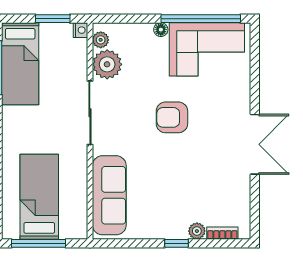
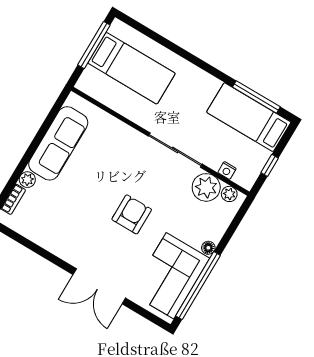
window: (53, 19) -> (270, 165), width x0.67
nightstand: (81, 30) -> (227, 171), moved
double door: (255, 144) -> (99, 286), moved
sofa: (109, 195) -> (58, 143), moved, turned -90
window: (177, 243) -> (27, 157), removed

